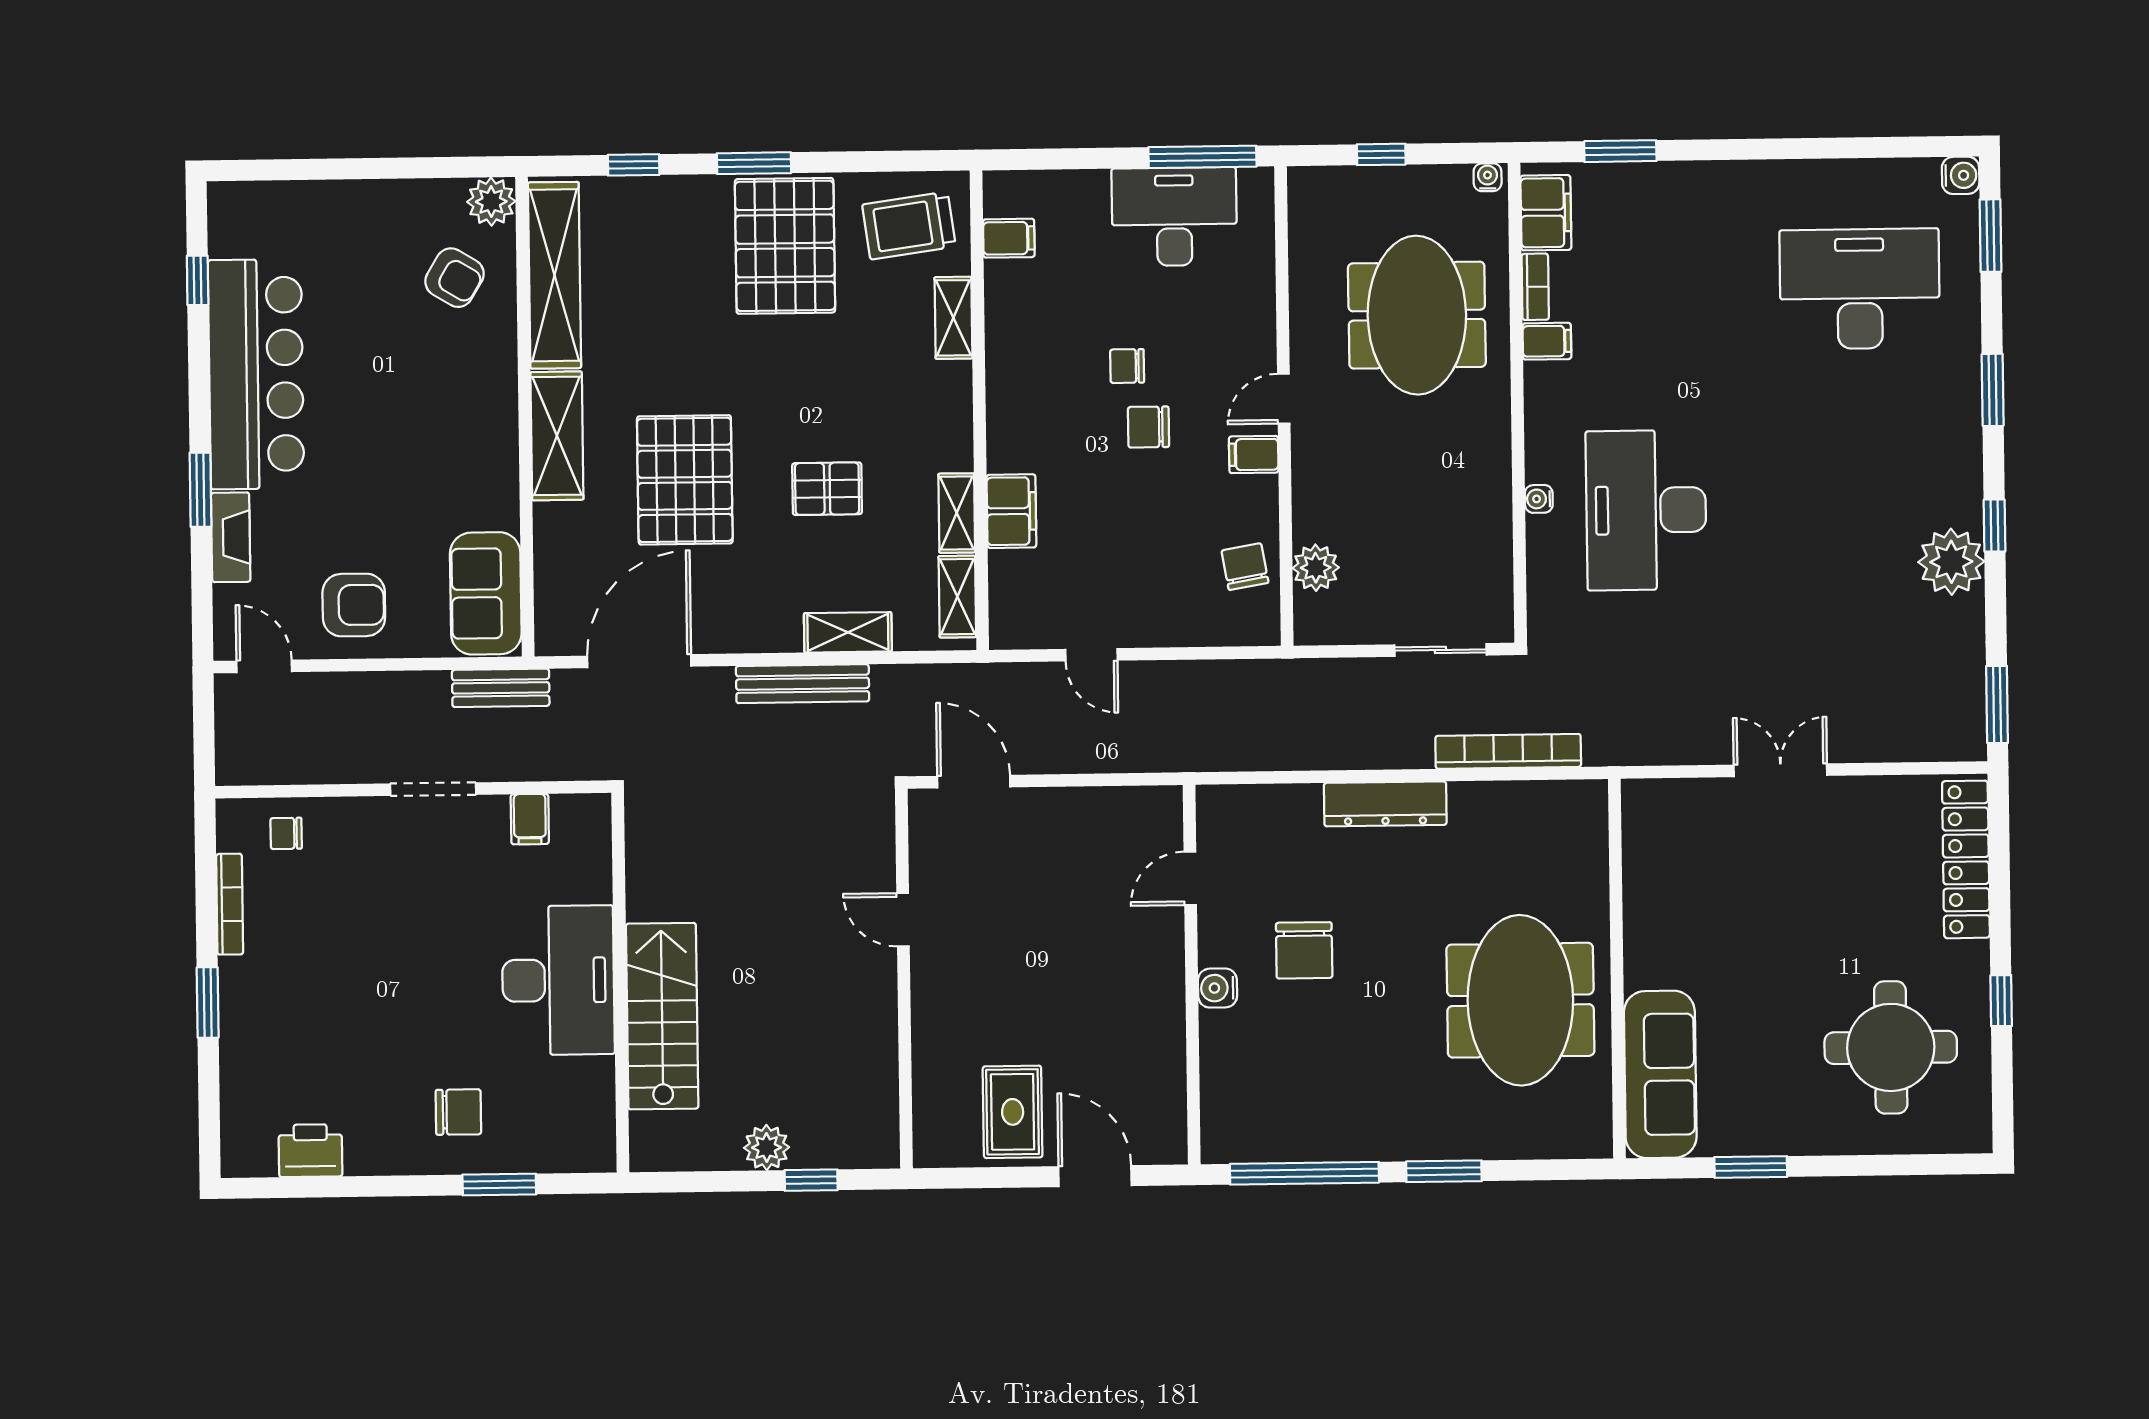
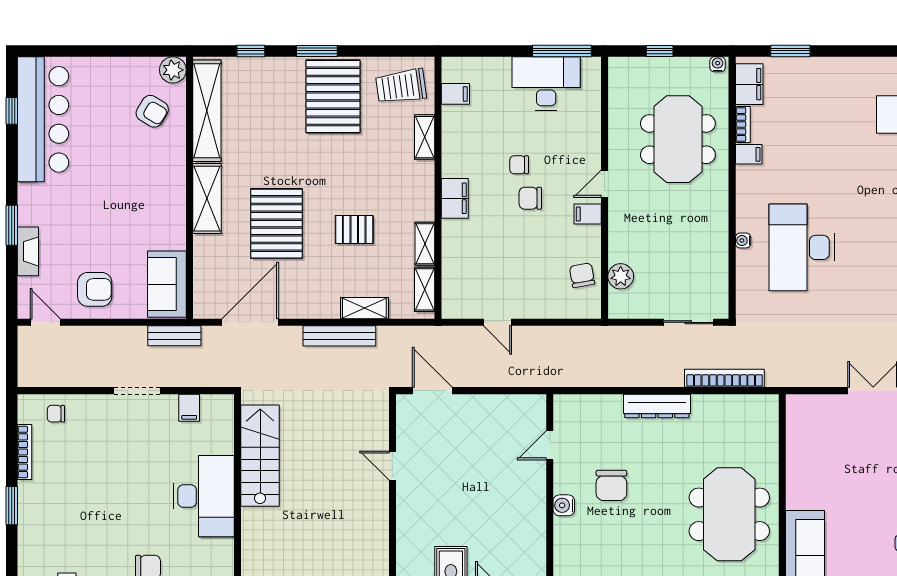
bar counter: (256, 374) -> (43, 119), moved
filing cabinet: (1011, 511) -> (455, 198), moved
stairs: (662, 1016) -> (260, 456), moved

